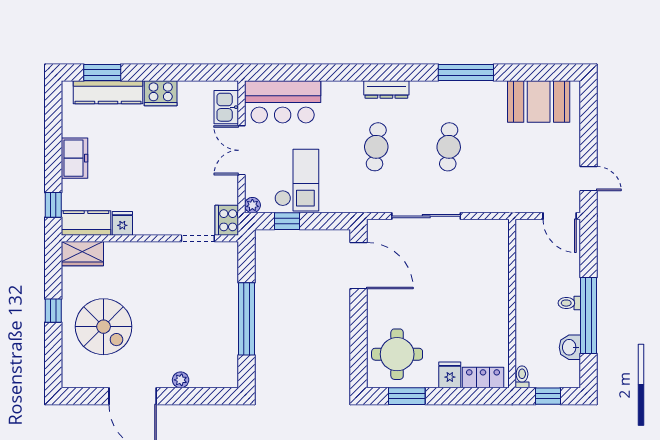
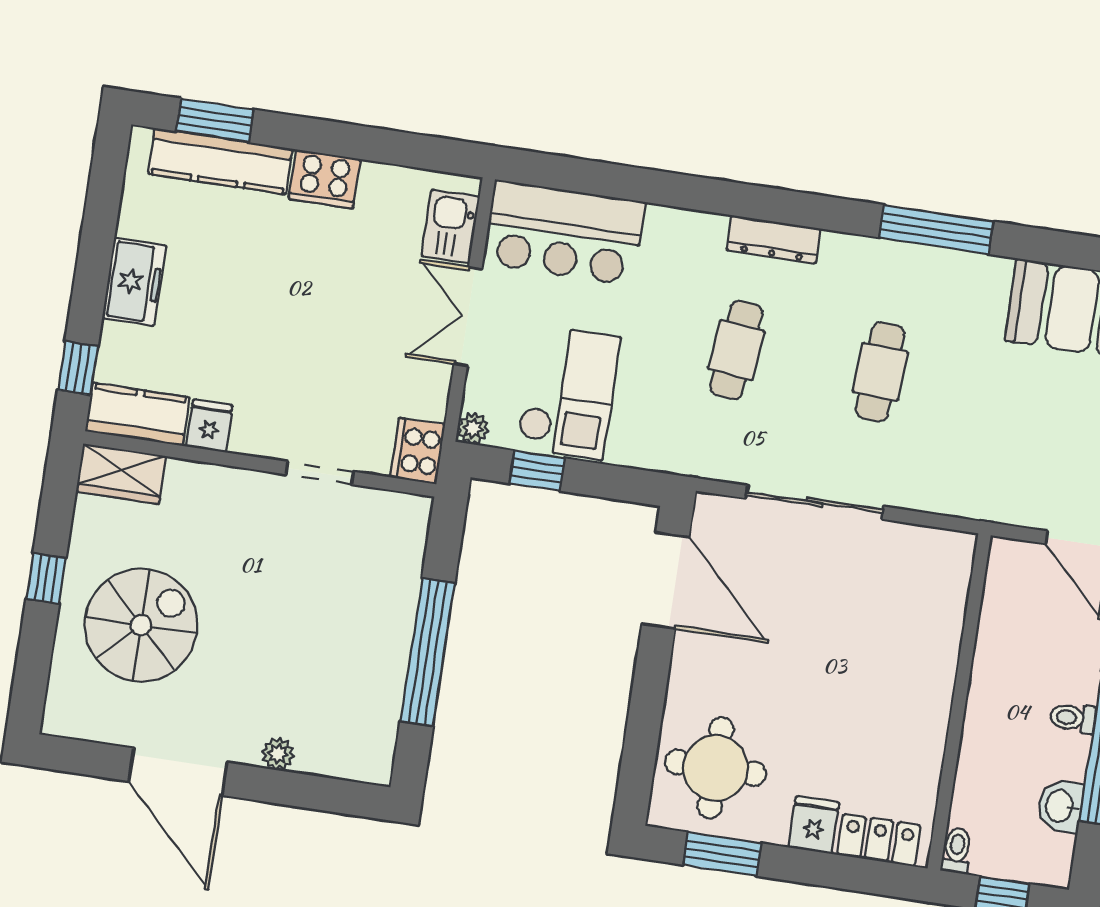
doorway: (198, 238) -> (320, 473), moved
spiral stairs: (104, 327) -> (141, 625), turned -90

